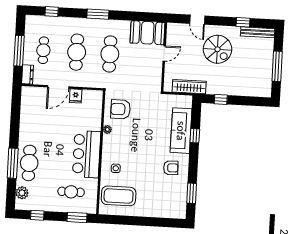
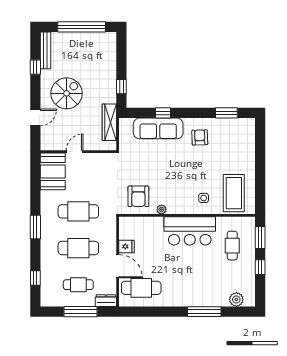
door: (164, 54) -> (75, 152), hinge flipped
window: (277, 66) -> (82, 27), width x1.46
cafe table: (29, 163) -> (141, 288), moved
window: (37, 215) -> (260, 267), moved

